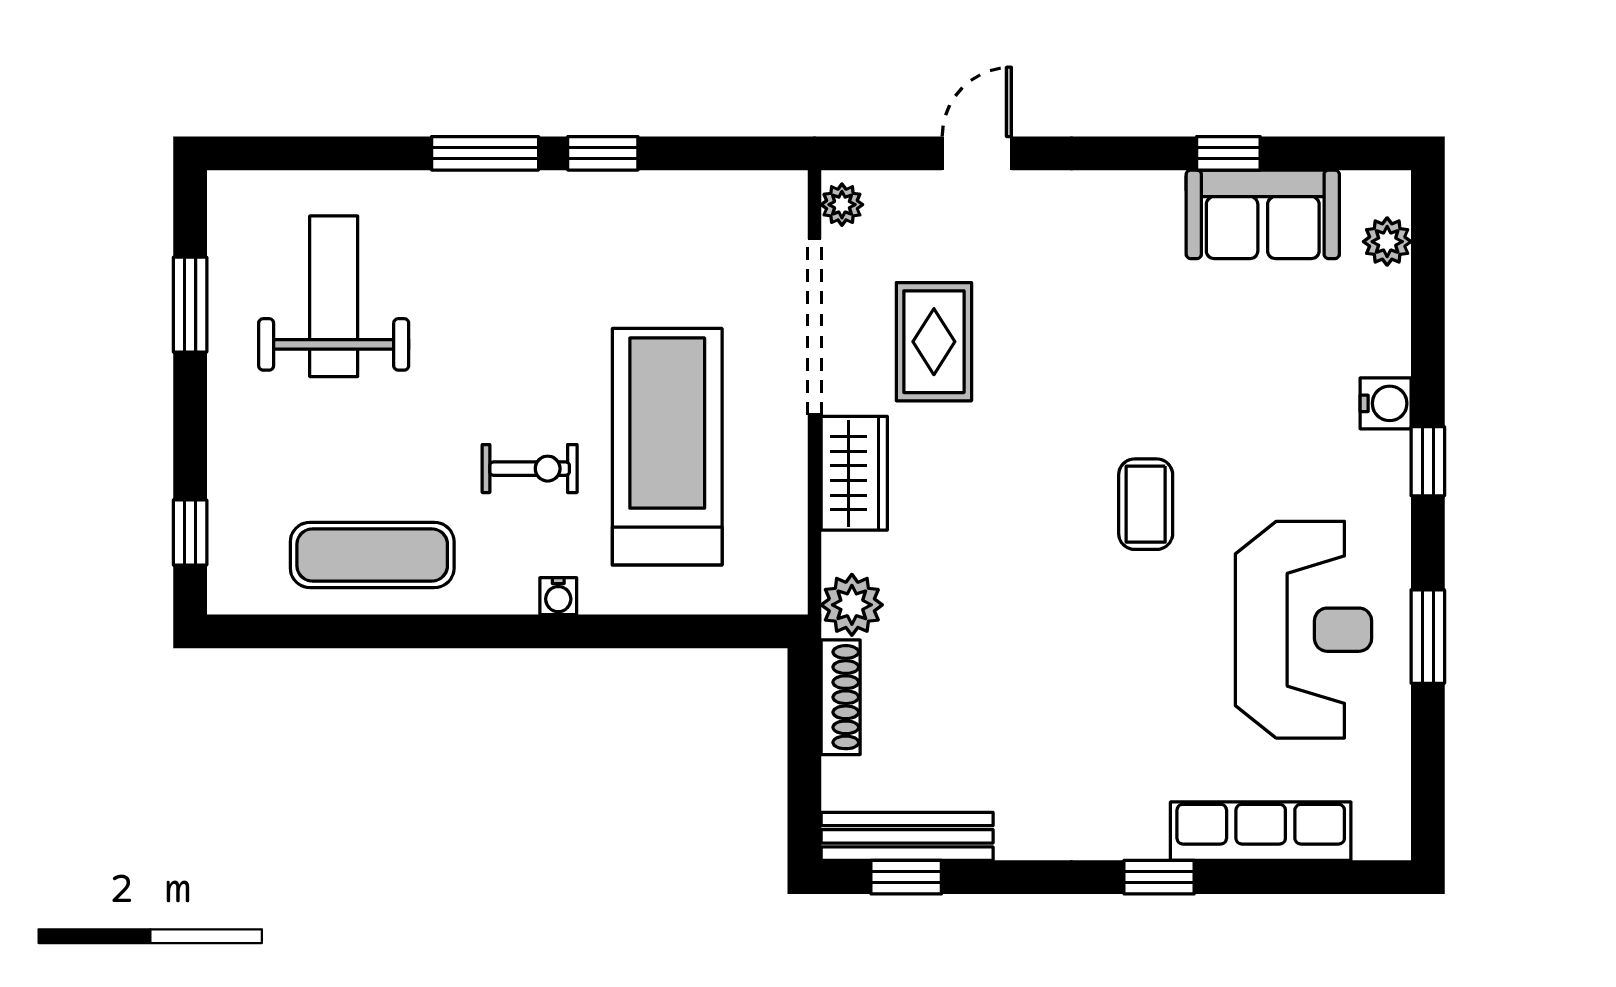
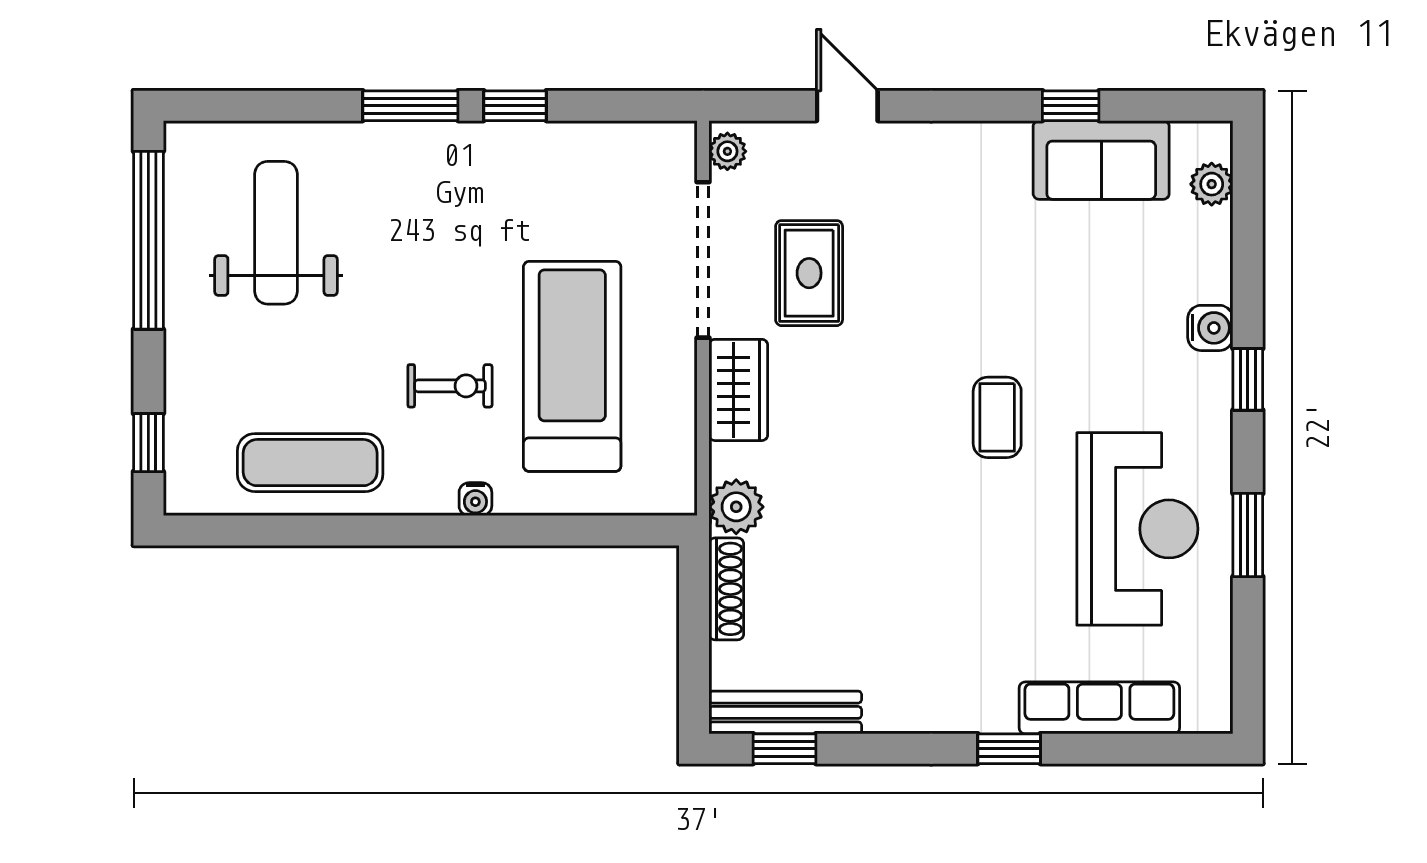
door: (977, 153) -> (847, 106), hinge flipped
window: (190, 305) -> (148, 240), width x2.11

